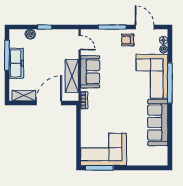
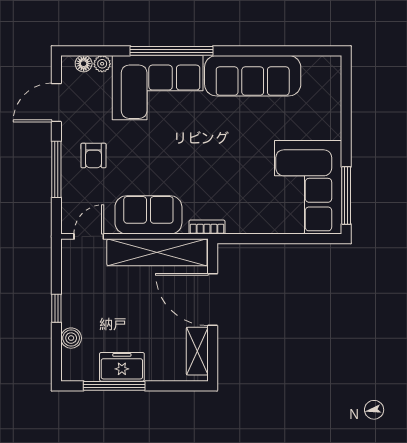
armchair: (128, 40) -> (93, 155), moved
freezer: (16, 63) -> (122, 367), width x0.71
shelving: (72, 76) -> (157, 252), width x1.47

